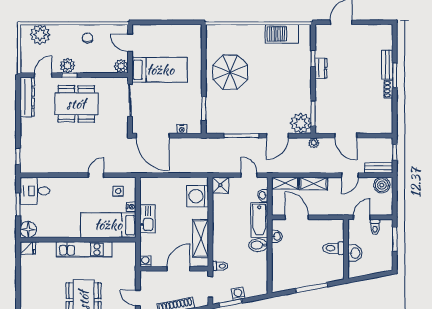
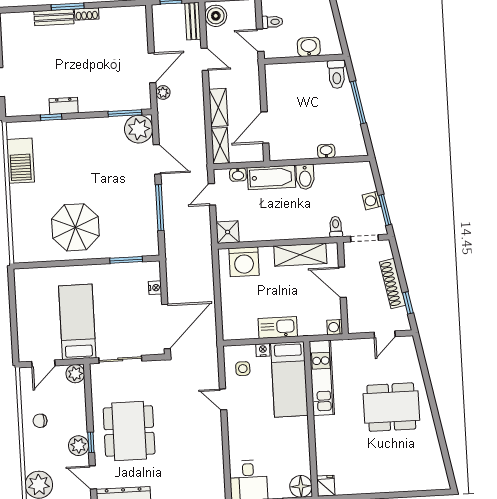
plant: (314, 143) -> (163, 92), moved
washbasin: (277, 236) -> (326, 151), moved
toilet: (333, 248) -> (337, 74), moved
kitchen unit: (84, 249) -> (322, 378), moved

